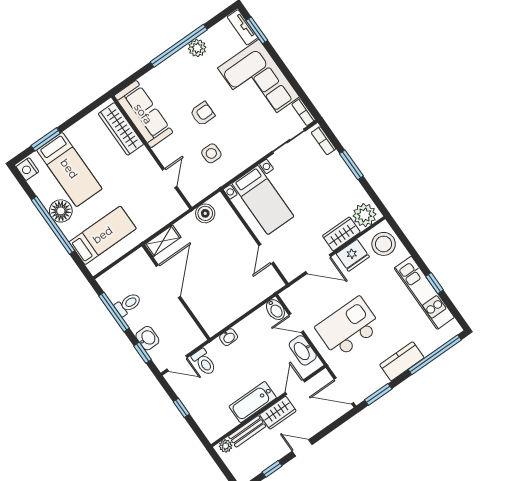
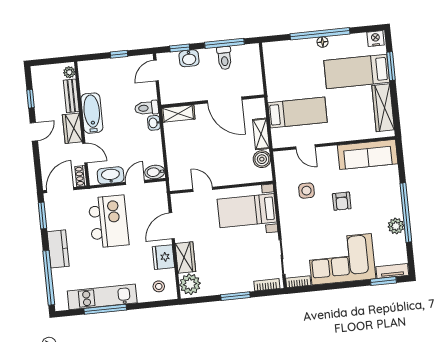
wardrobe: (121, 129) -> (383, 108), moved, turned -90
floor lamp: (61, 211) -> (323, 42), width x0.53, depth x0.53
bed: (103, 235) -> (297, 113), moved, turned -90
shelving: (163, 241) -> (261, 134), moved
stool: (384, 244) -> (159, 286), width x0.53, depth x0.53
window: (435, 283) -> (105, 309), width x2.17
shelving: (206, 319) -> (178, 114), added
toilet: (204, 362) -> (147, 108), moved
shoe rack: (319, 379) -> (81, 176), added

